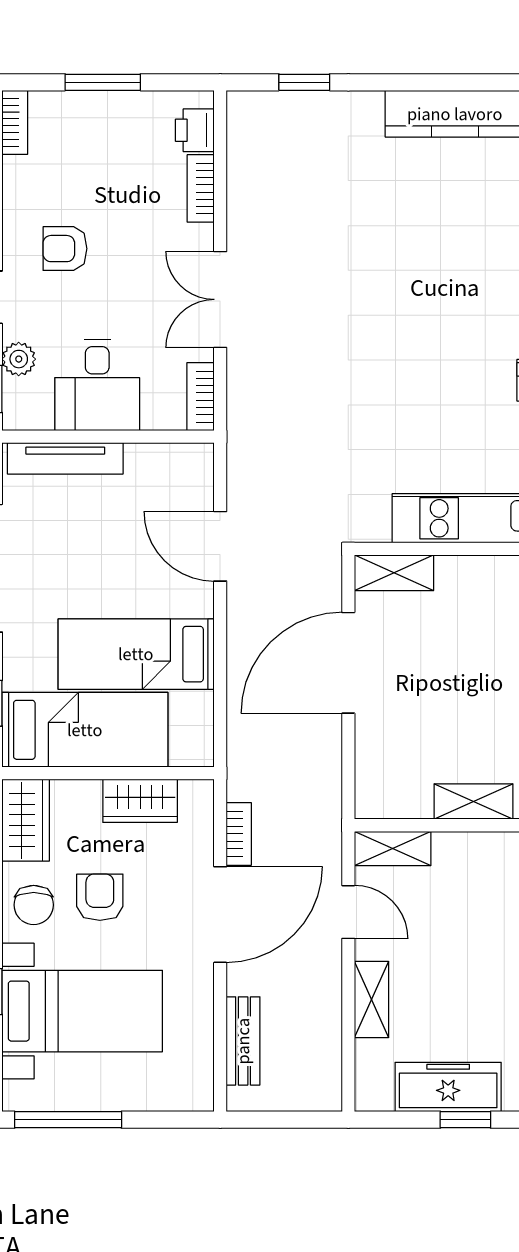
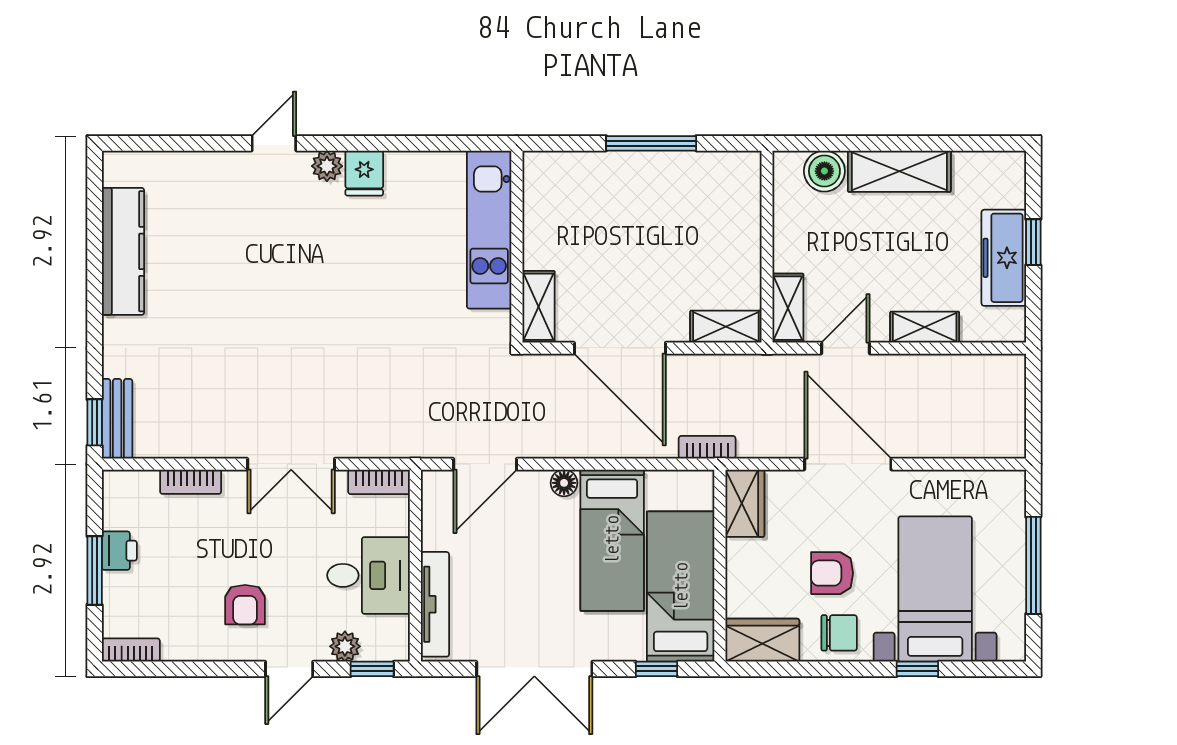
window: (304, 82) -> (95, 422), moved
printer: (195, 130) -> (119, 551), moved, turned -90
door: (220, 546) -> (485, 464), moved
floor lamp: (199, 601) -> (564, 483), added
wardrobe: (140, 801) -> (745, 503), moved
shelving: (473, 802) -> (726, 327), moved, turned 90
bookcase: (239, 834) -> (707, 447), moved
bench: (243, 1041) -> (117, 419), moved, turned 90
window: (68, 1120) -> (1033, 565), moved

